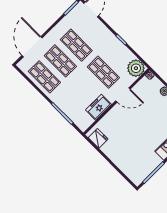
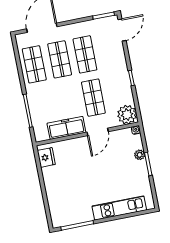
door: (123, 95) -> (98, 132), hinge flipped
freezer: (98, 107) -> (66, 128), width x1.40

